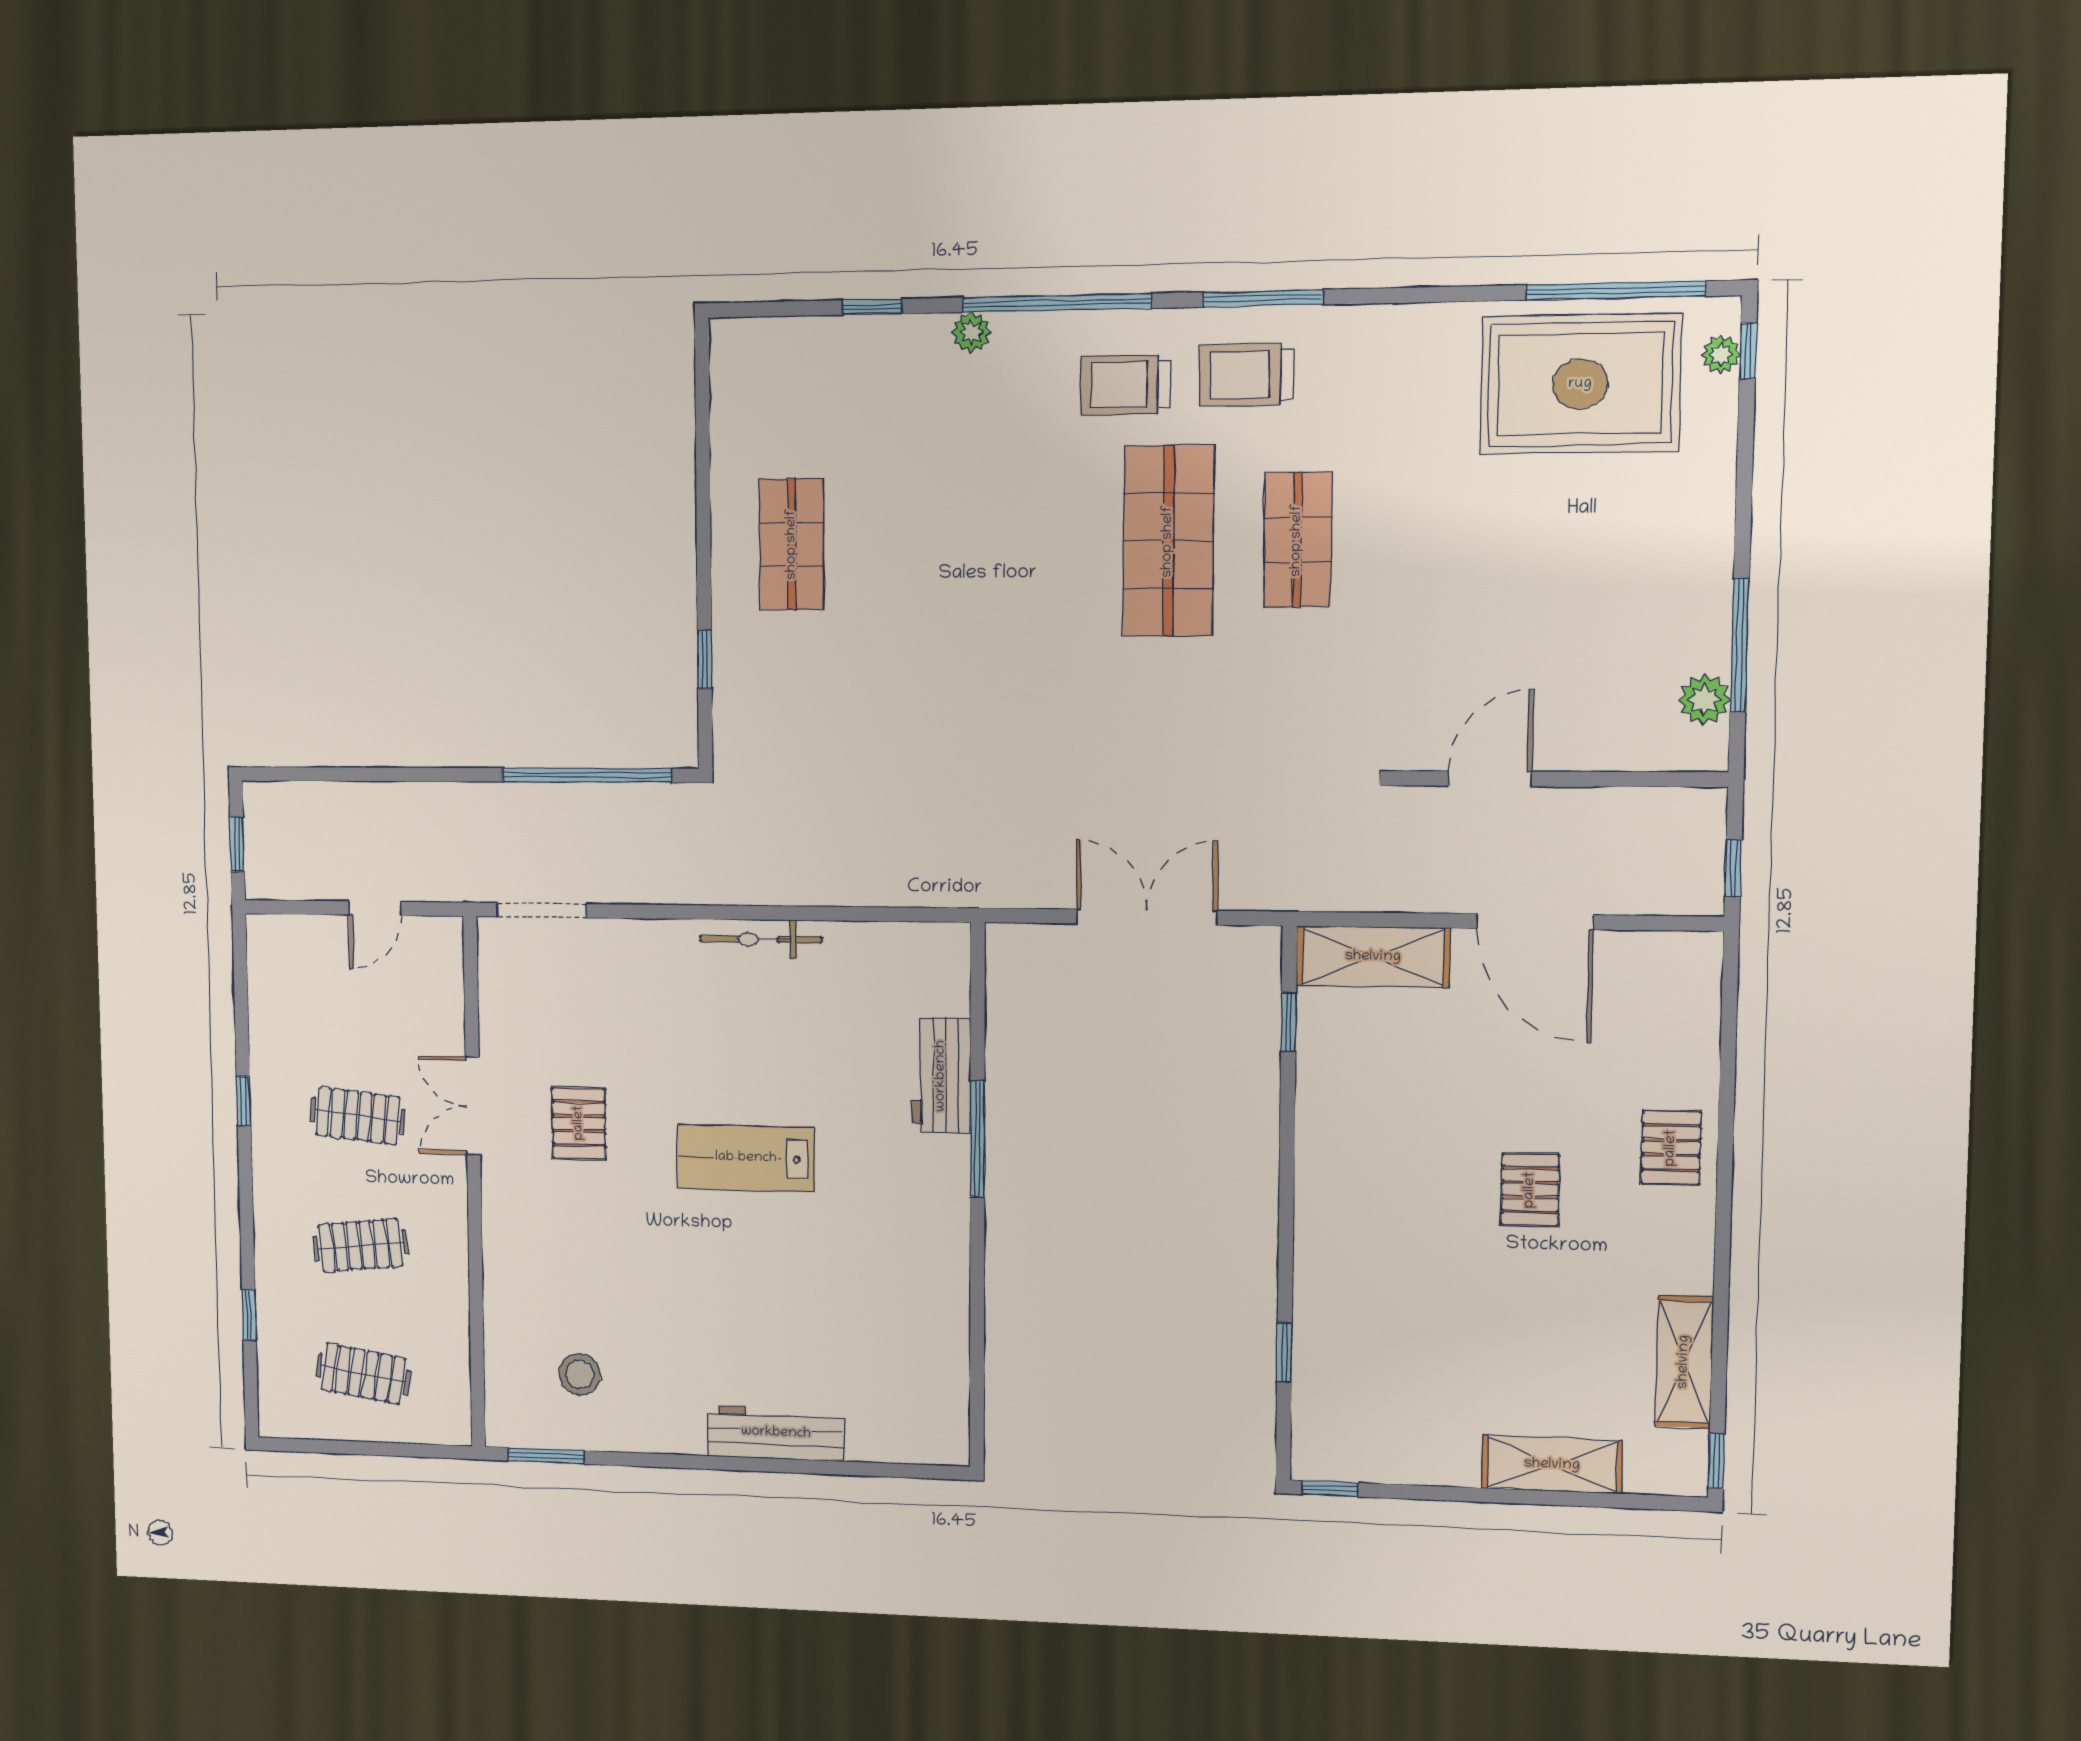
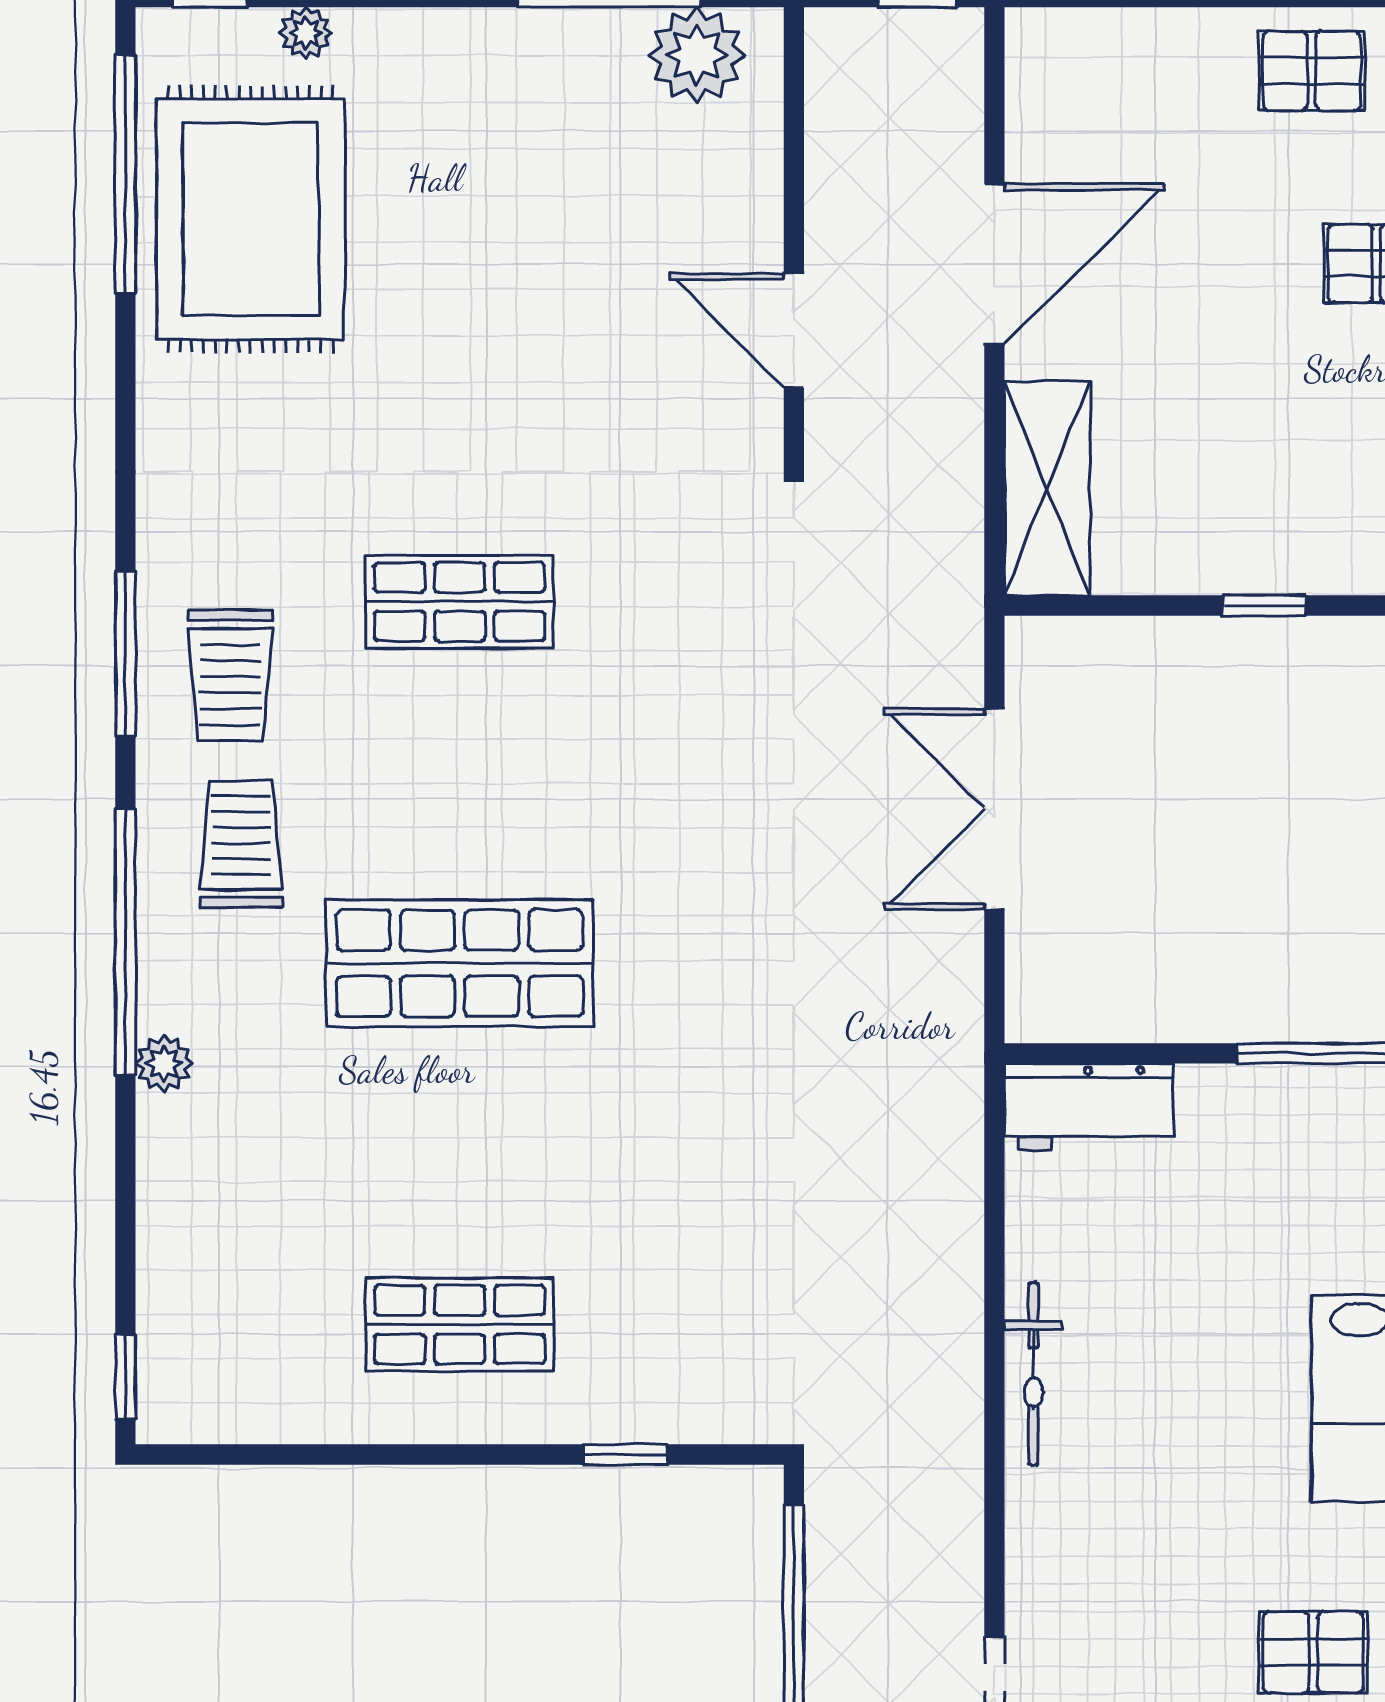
window: (872, 307) -> (125, 1377), moved
plant: (1721, 355) -> (306, 33), moved
trolley: (1126, 385) -> (241, 844), turned 180
shop shelf: (1168, 541) -> (460, 963), moved
plant: (1704, 700) -> (696, 55), width x1.36, depth x1.36
window: (1289, 1022) -> (1264, 605), moved
workbench: (941, 1076) -> (1089, 1107), moved

